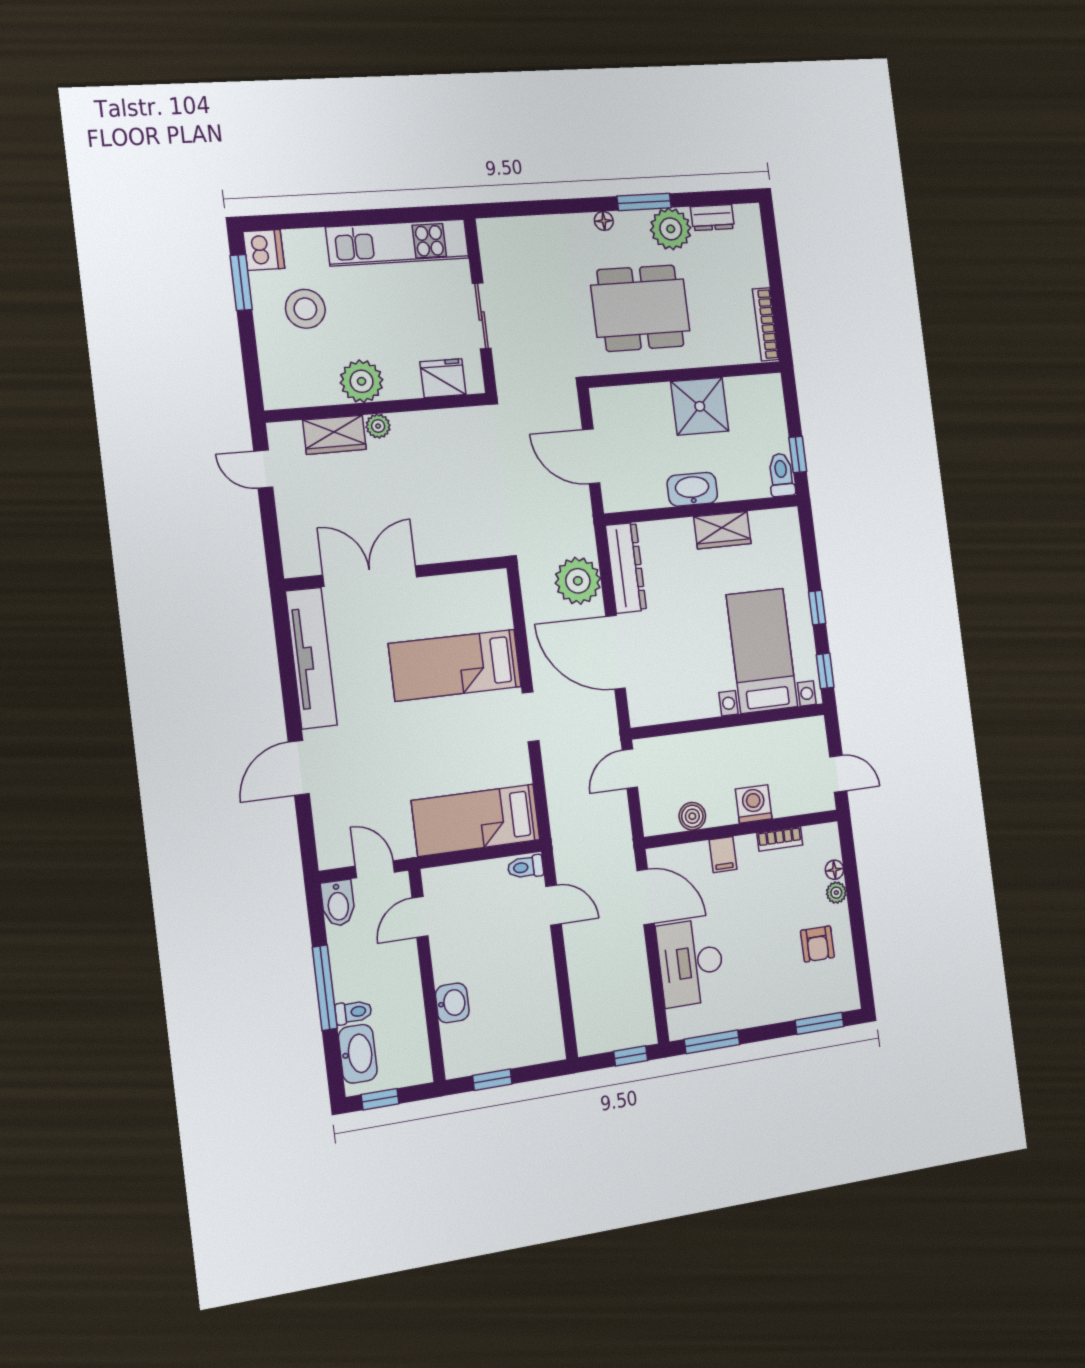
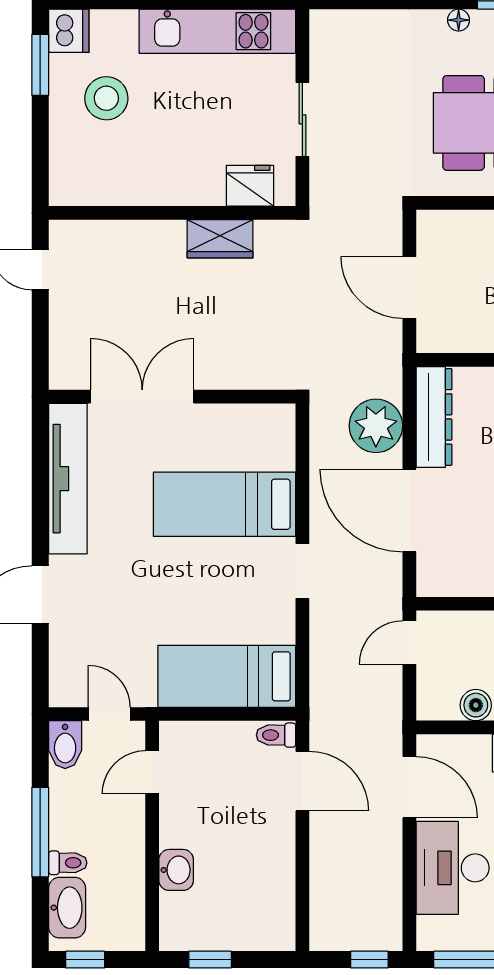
plant: (362, 381) -> (159, 182), removed
plant: (378, 426) -> (171, 233), removed
wardrobe: (334, 435) -> (220, 239), moved
door: (554, 905) -> (302, 781), width x1.38

